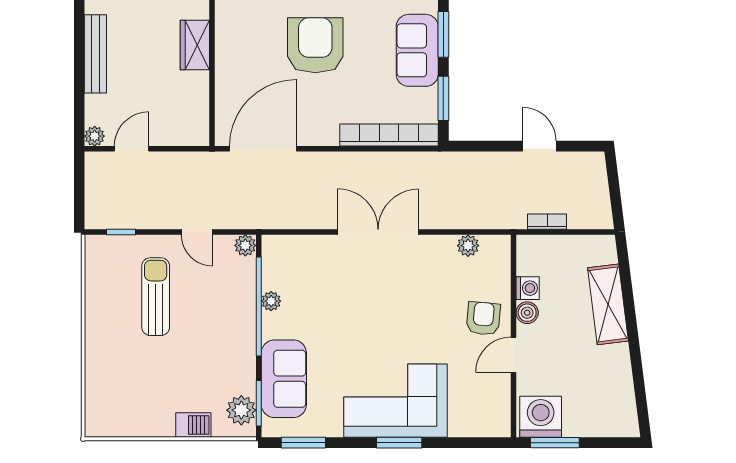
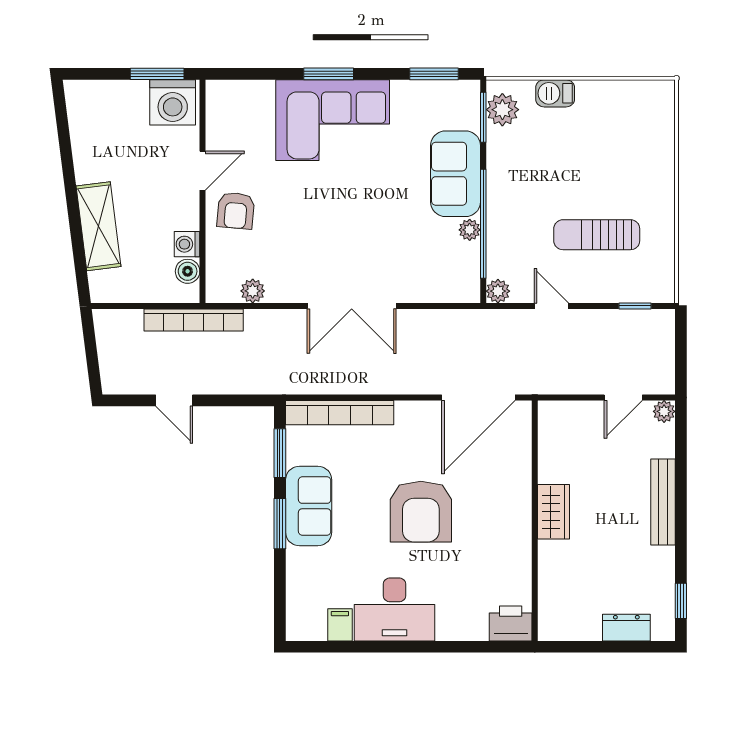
bookcase: (547, 222) -> (194, 320), width x2.31, depth x1.31
sun lounger: (156, 297) -> (597, 235), turned 90
boiler: (527, 313) -> (188, 271), moved
sofa: (284, 379) -> (456, 174), moved

